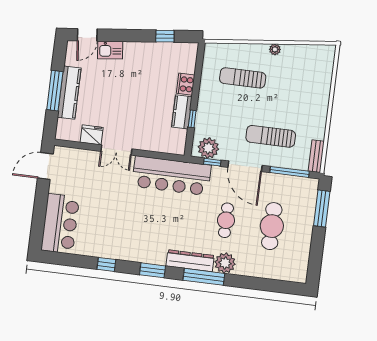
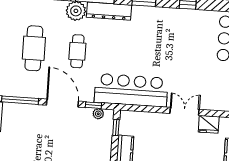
window: (192, 119) -> (116, 127), moved
sun lounger: (271, 136) -> (40, 133), removed
plant: (208, 148) -> (98, 114), width x0.53, depth x0.53

